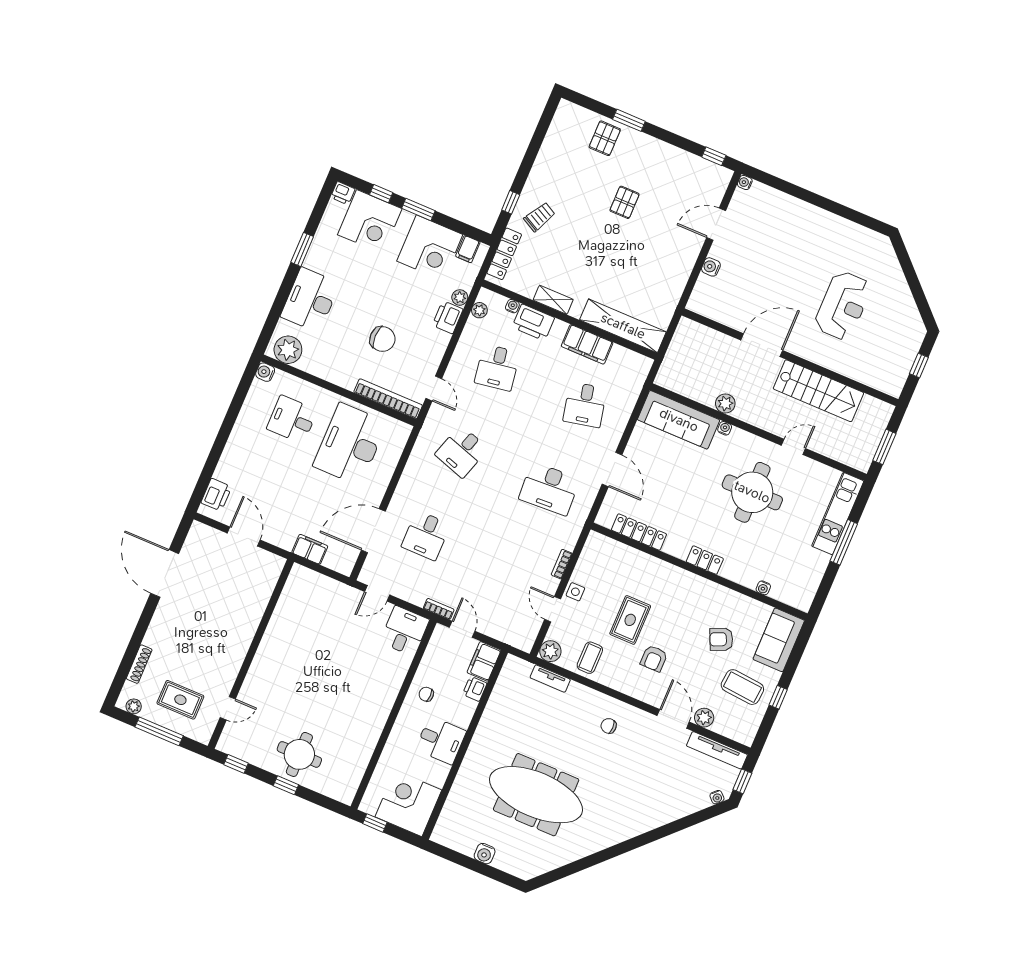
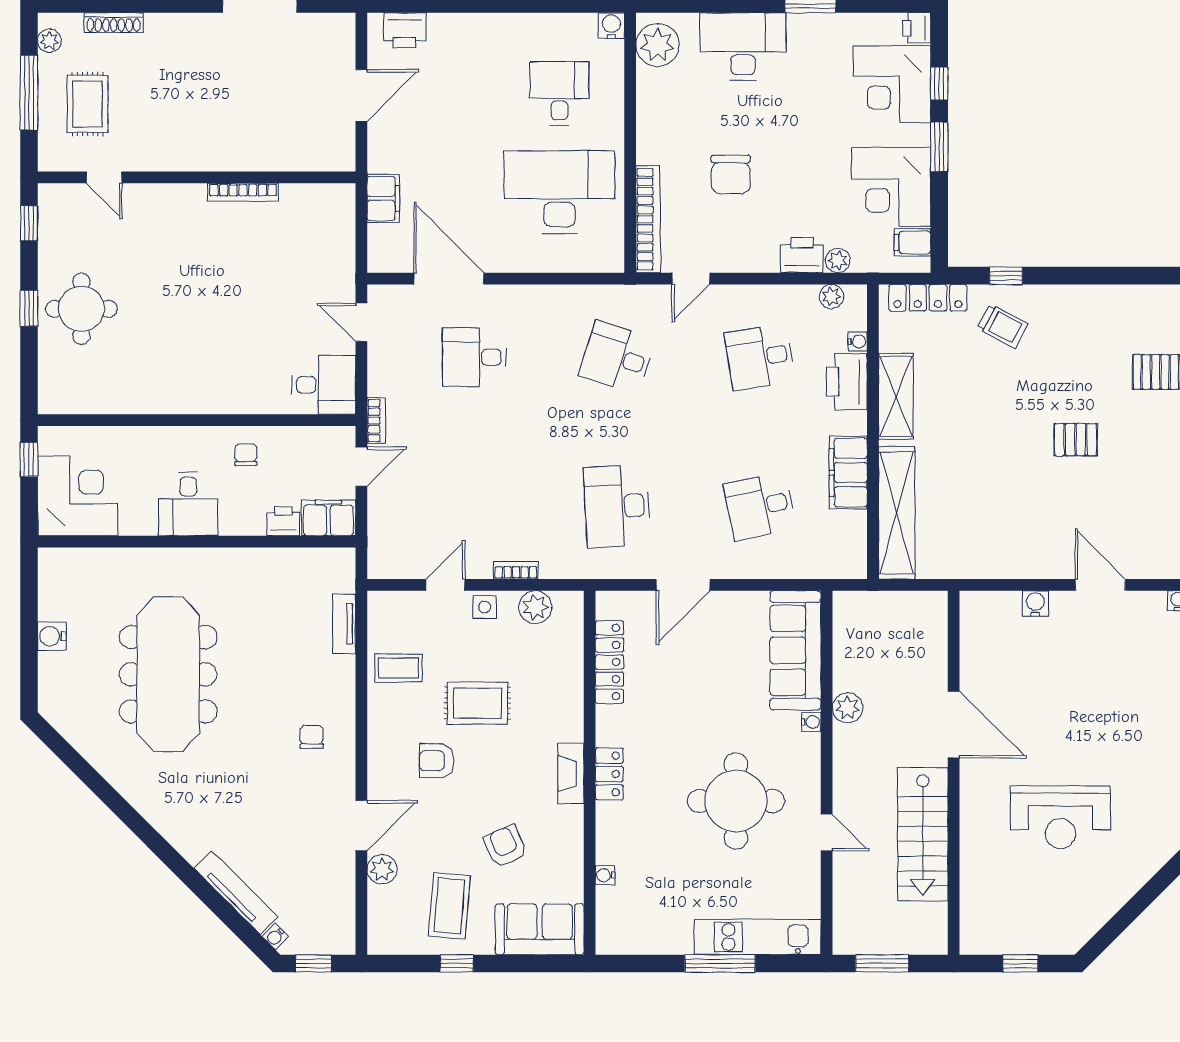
shelving: (553, 300) -> (896, 396), width x1.50, depth x1.33
fireplace: (695, 583) -> (571, 774), added
bookcase: (271, 630) -> (243, 192), added
plant: (550, 651) -> (535, 607), moved
tv unit: (717, 750) -> (236, 893), moved, turned 135

